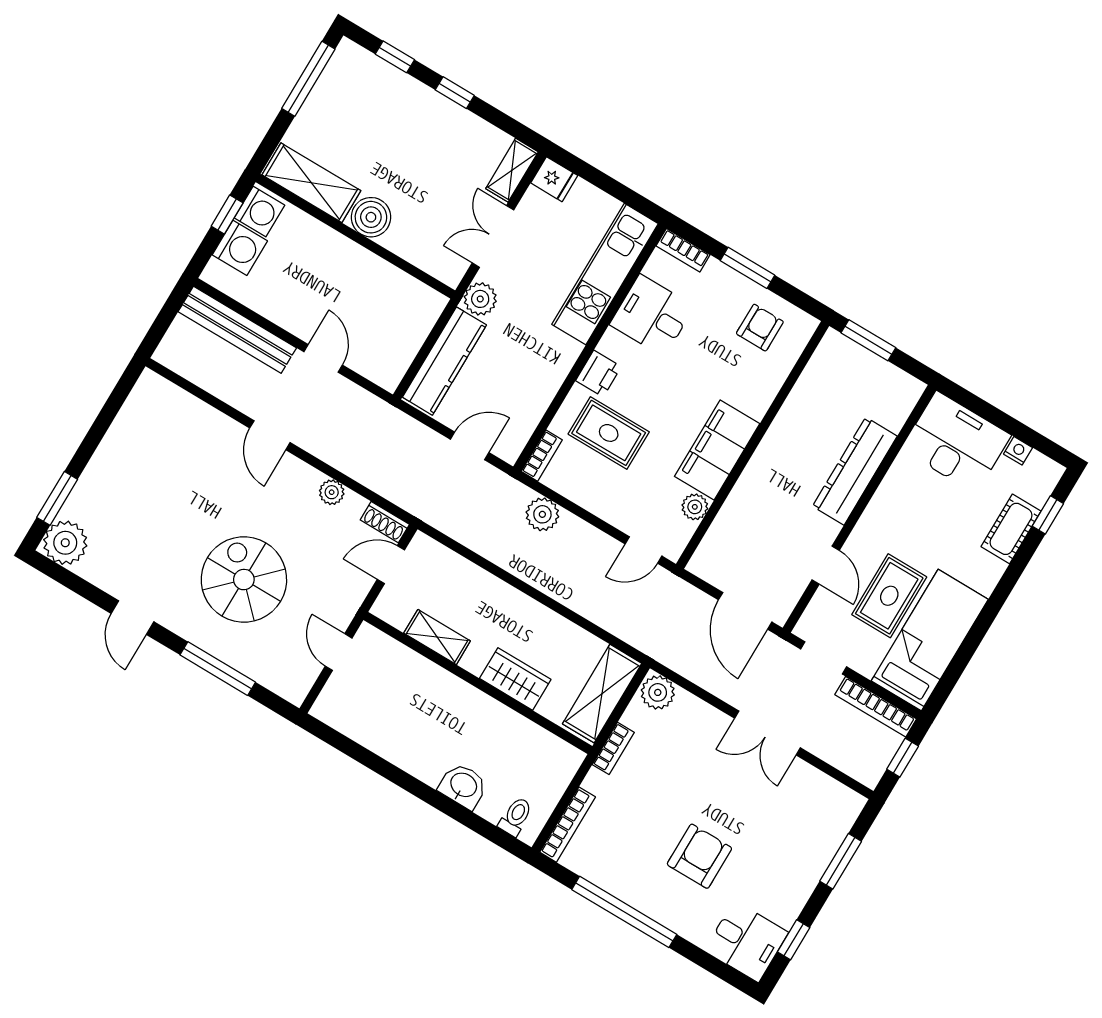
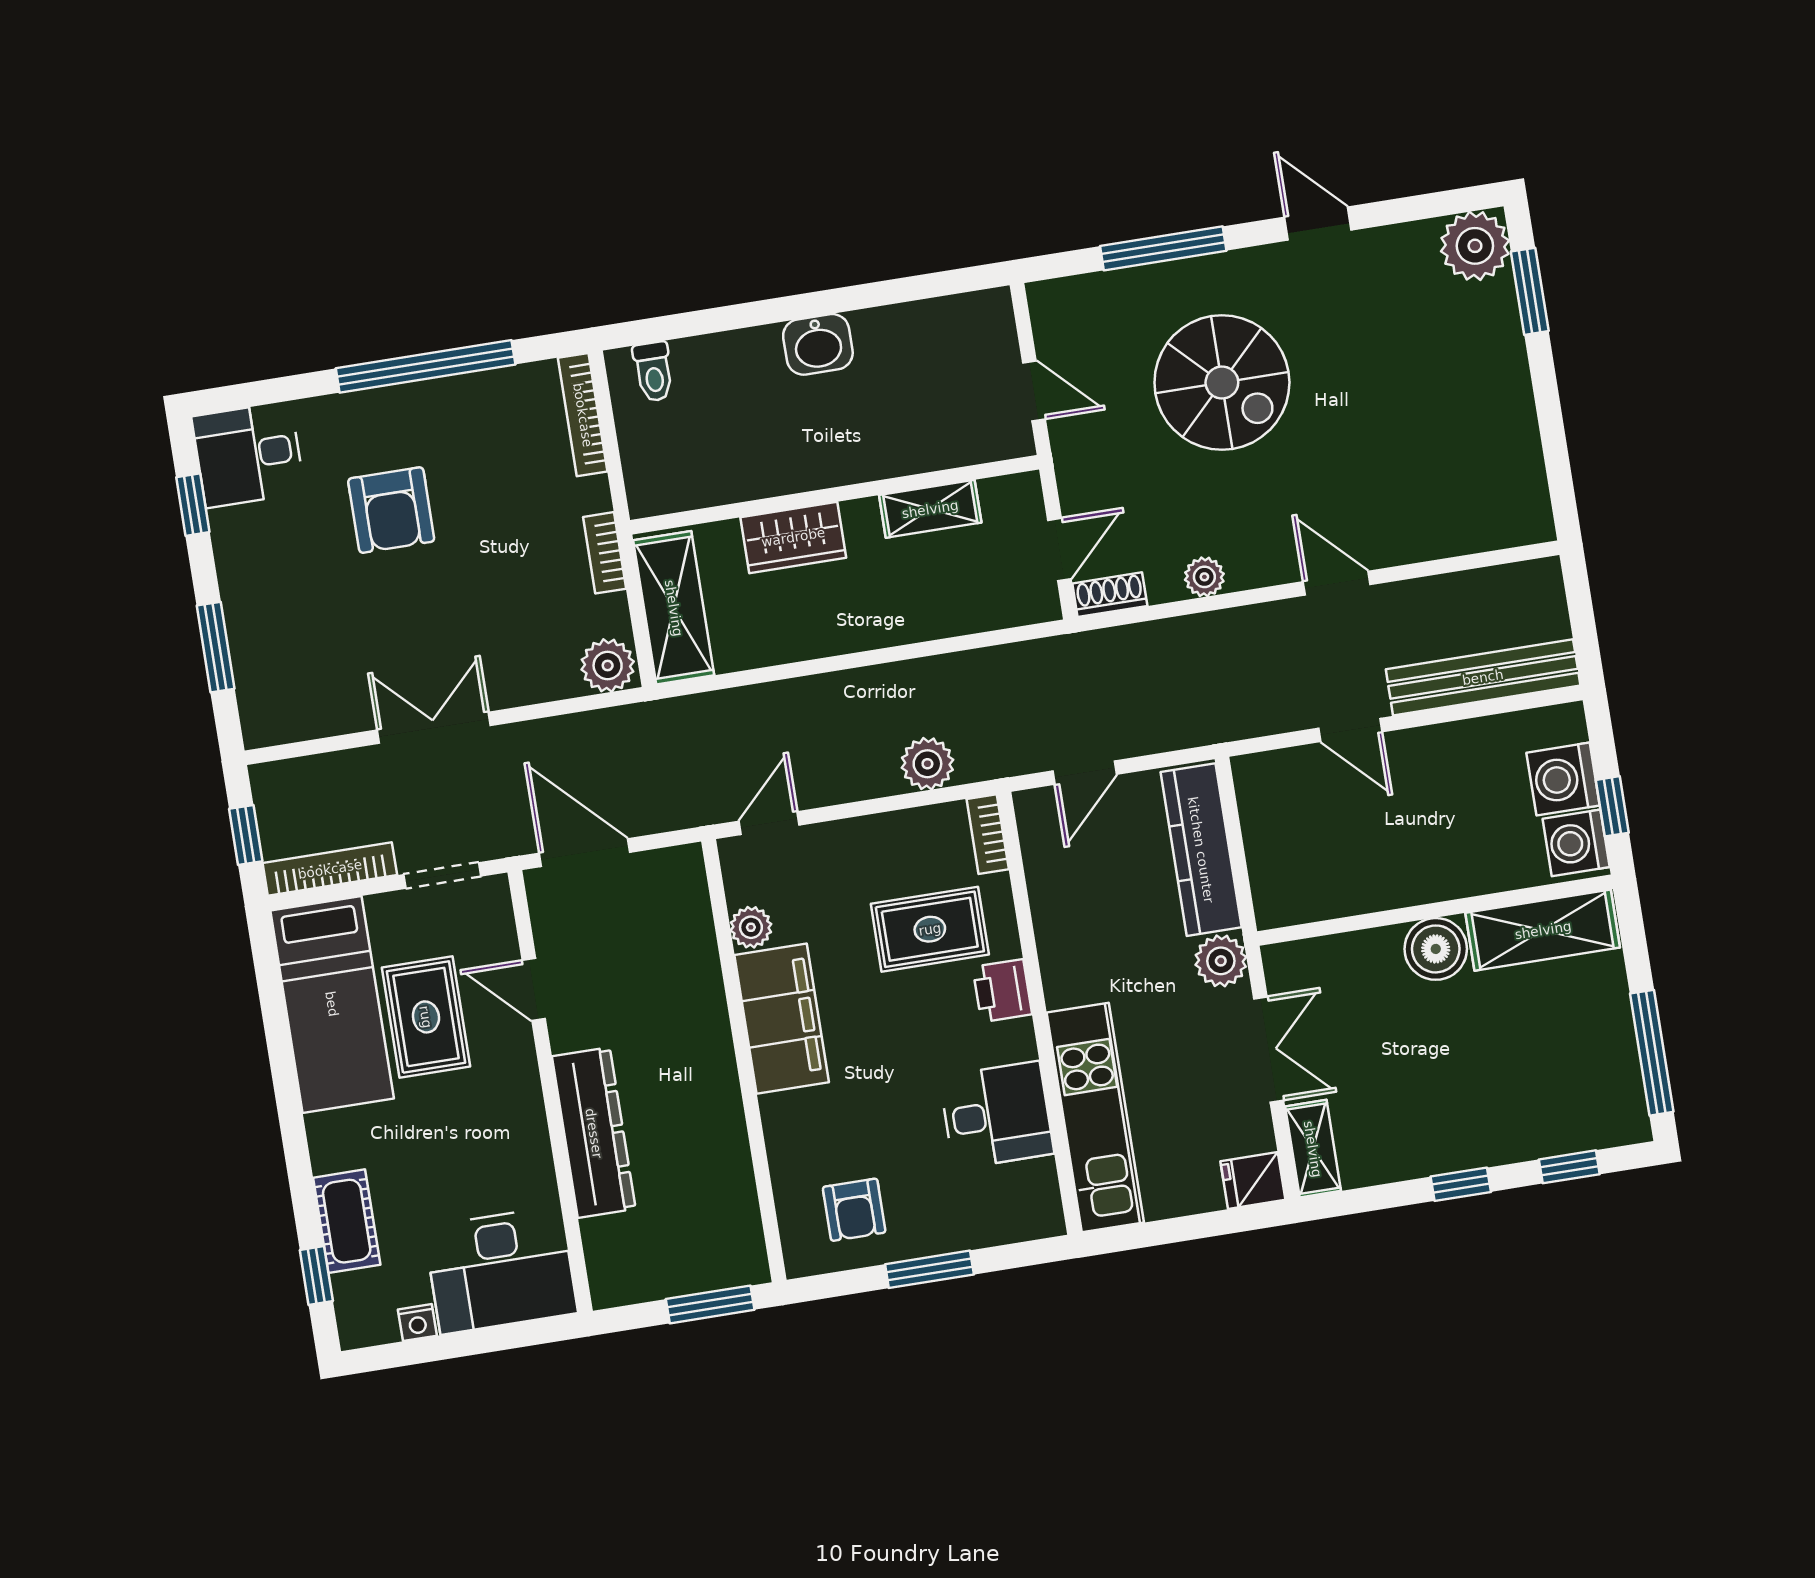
bookcase: (683, 250) -> (1025, 1225), removed
washbasin: (463, 786) -> (818, 344), moved

